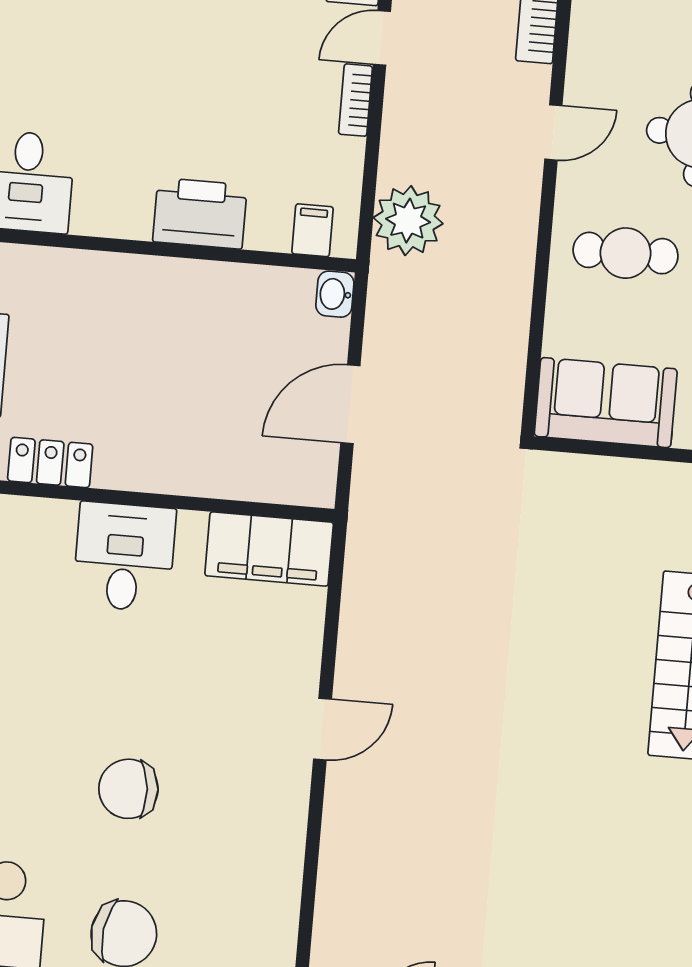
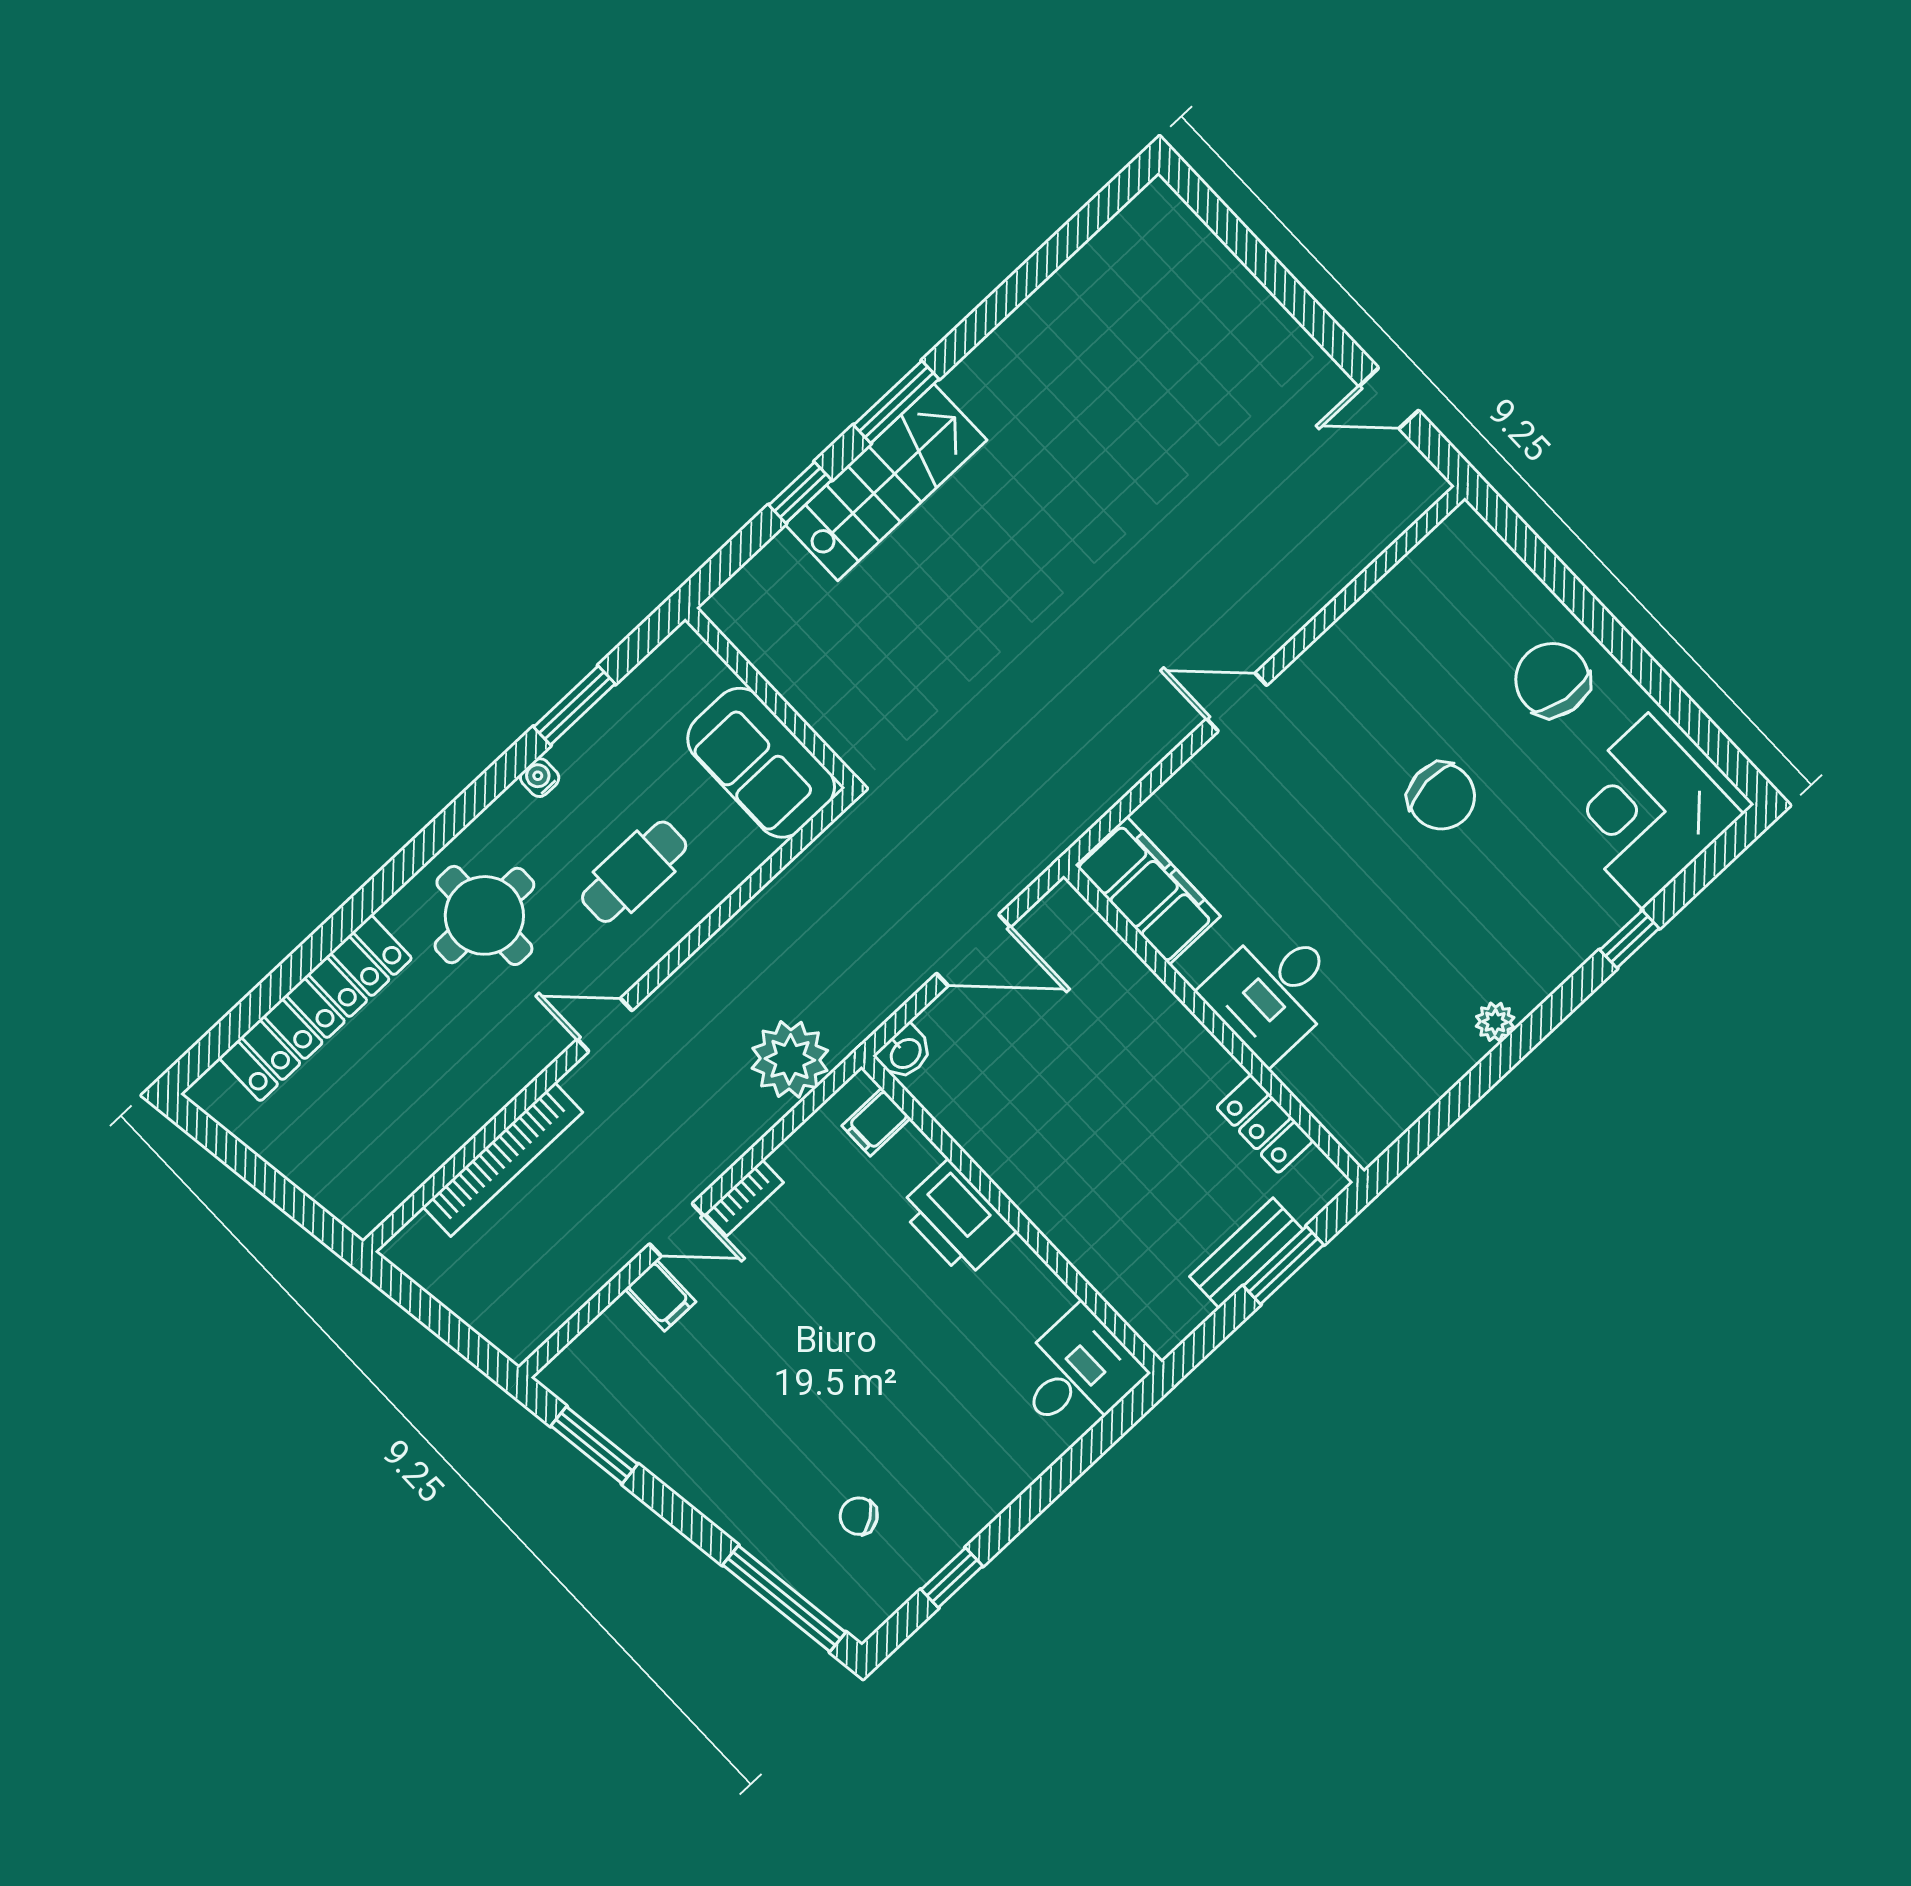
cafe table: (626, 253) -> (634, 872), turned 90

